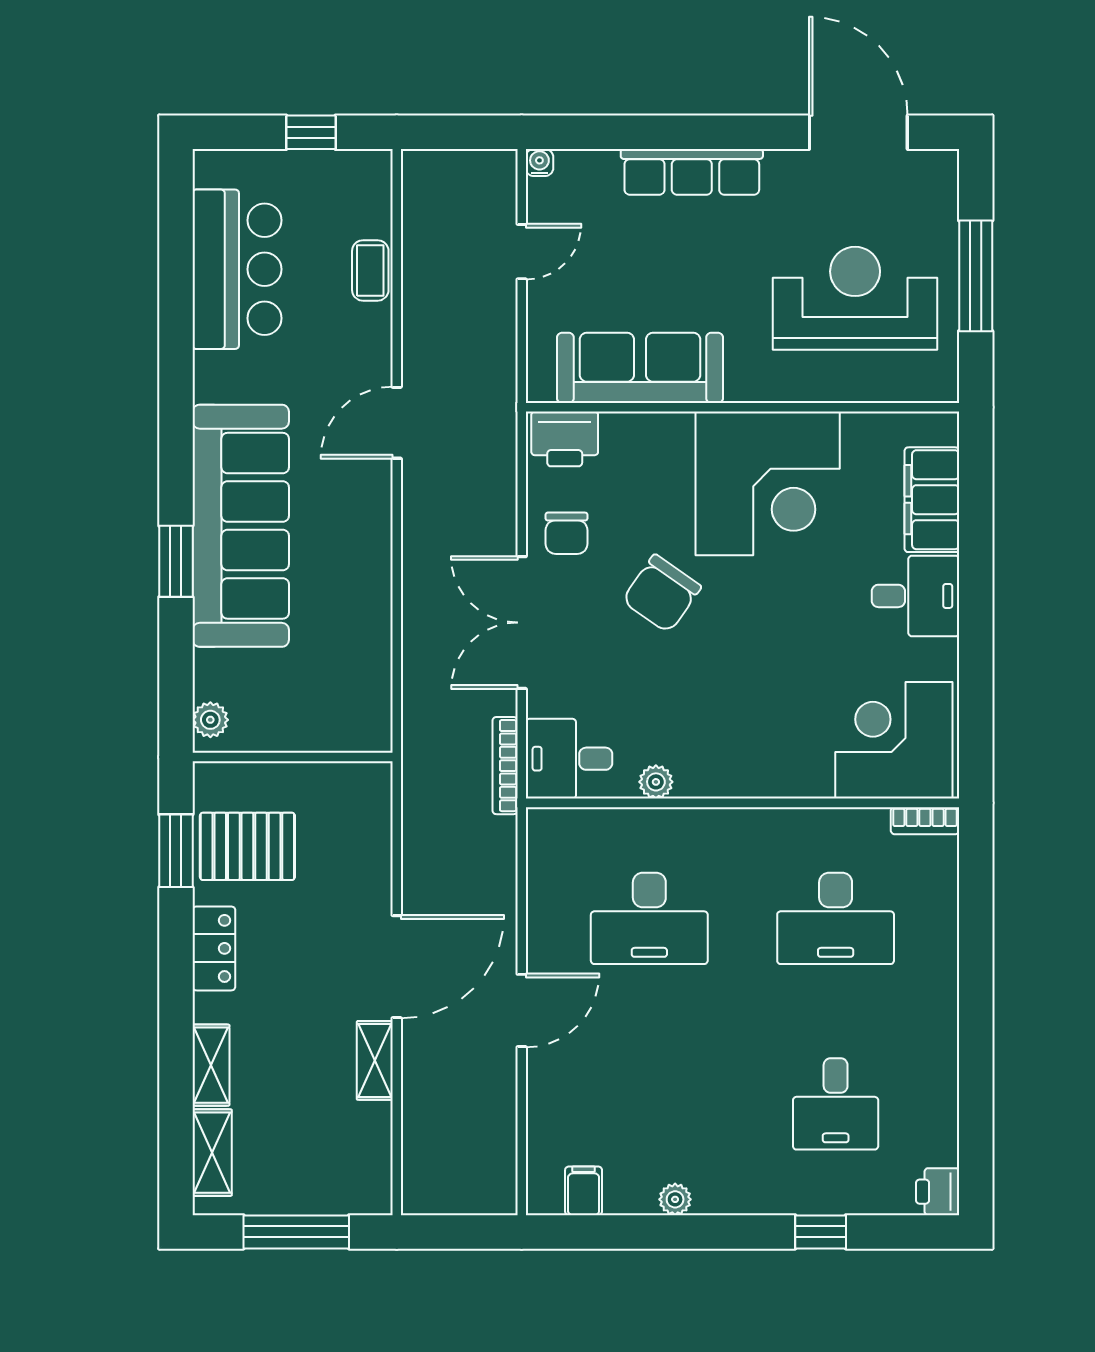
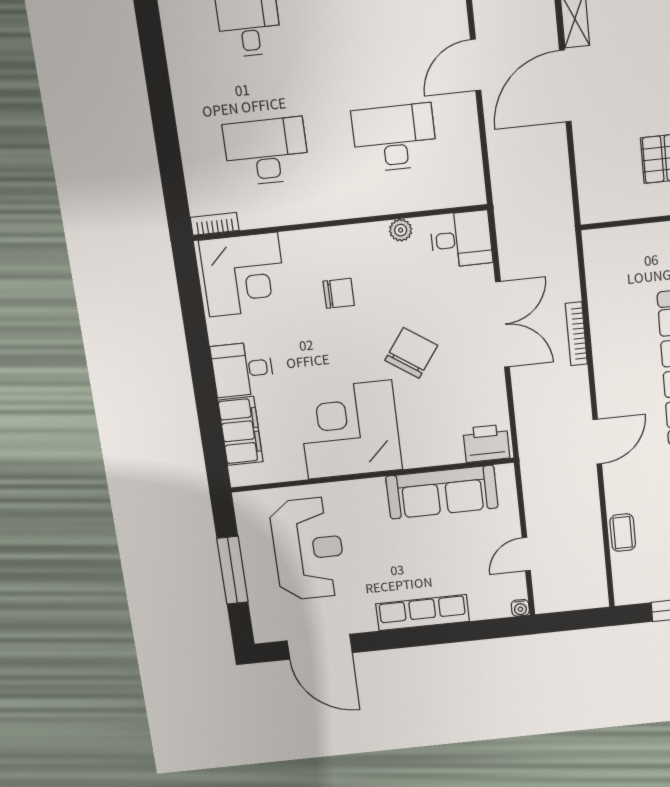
reception desk: (855, 298) -> (308, 549), turned -90
chair: (567, 533) -> (339, 293), moved, turned 90
bookcase: (505, 766) -> (576, 334), moved, turned 180

